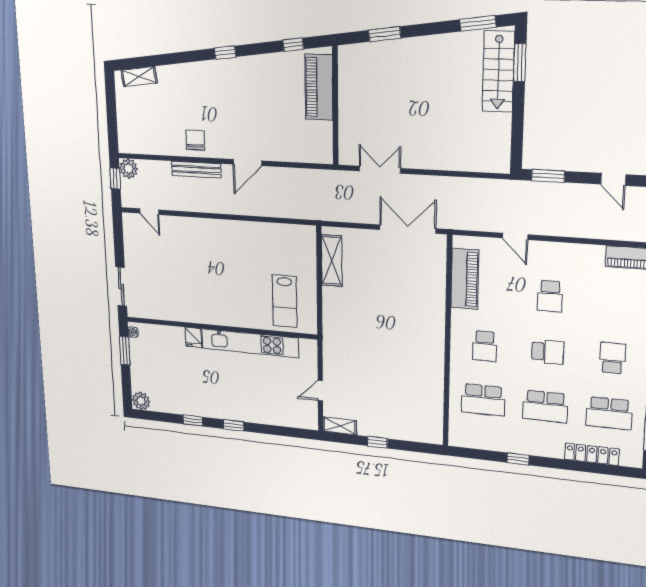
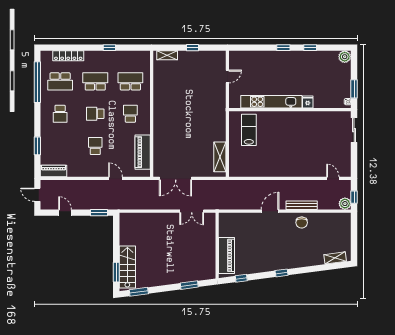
school desk: (609, 413) -> (60, 81), turned 180
shelving: (340, 426) -> (167, 55), moved

